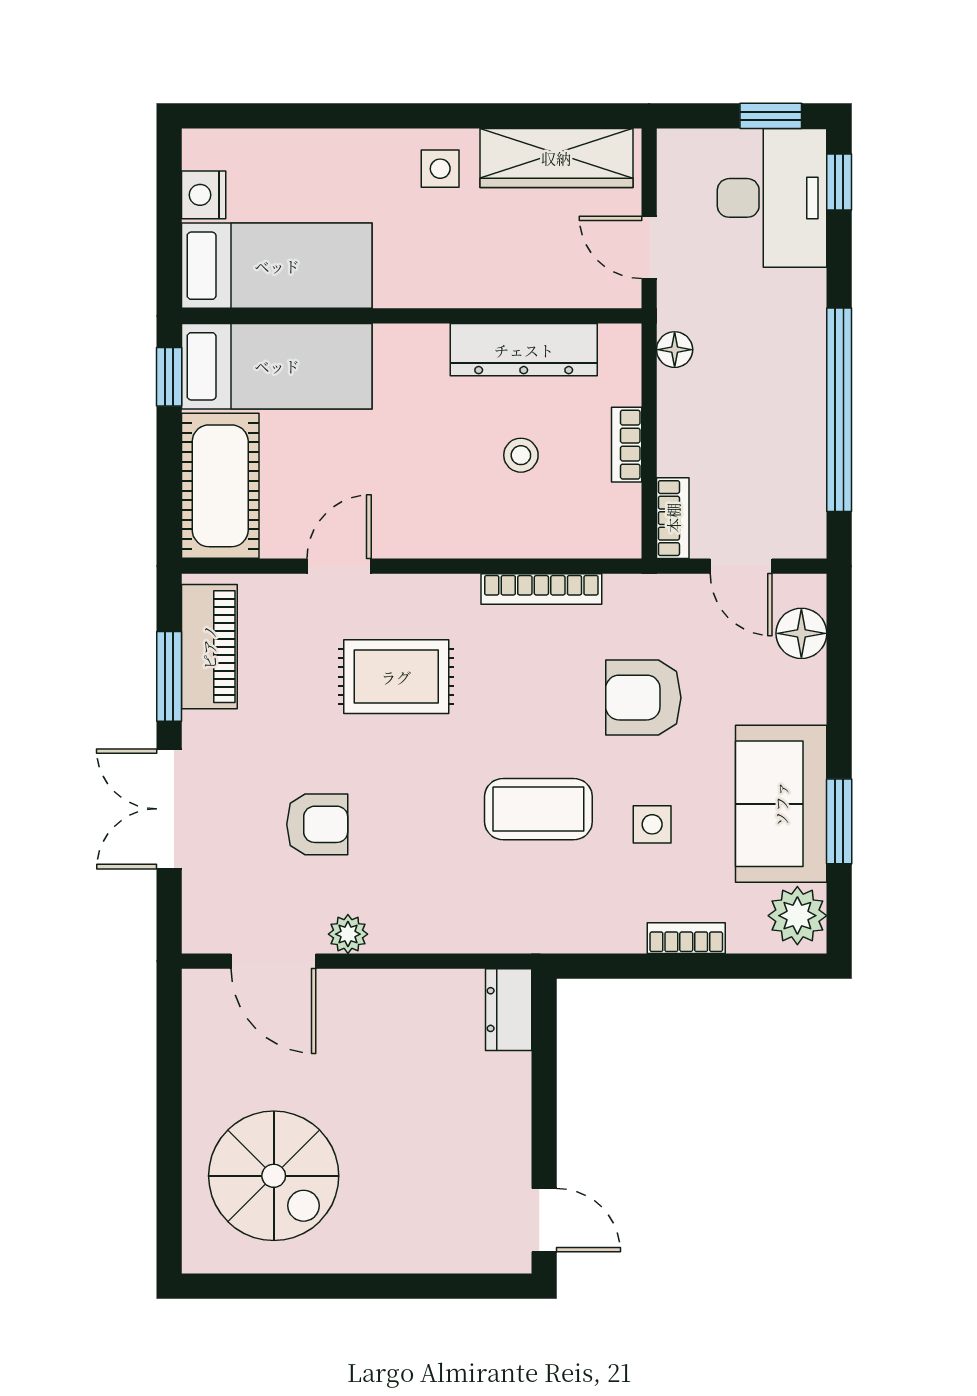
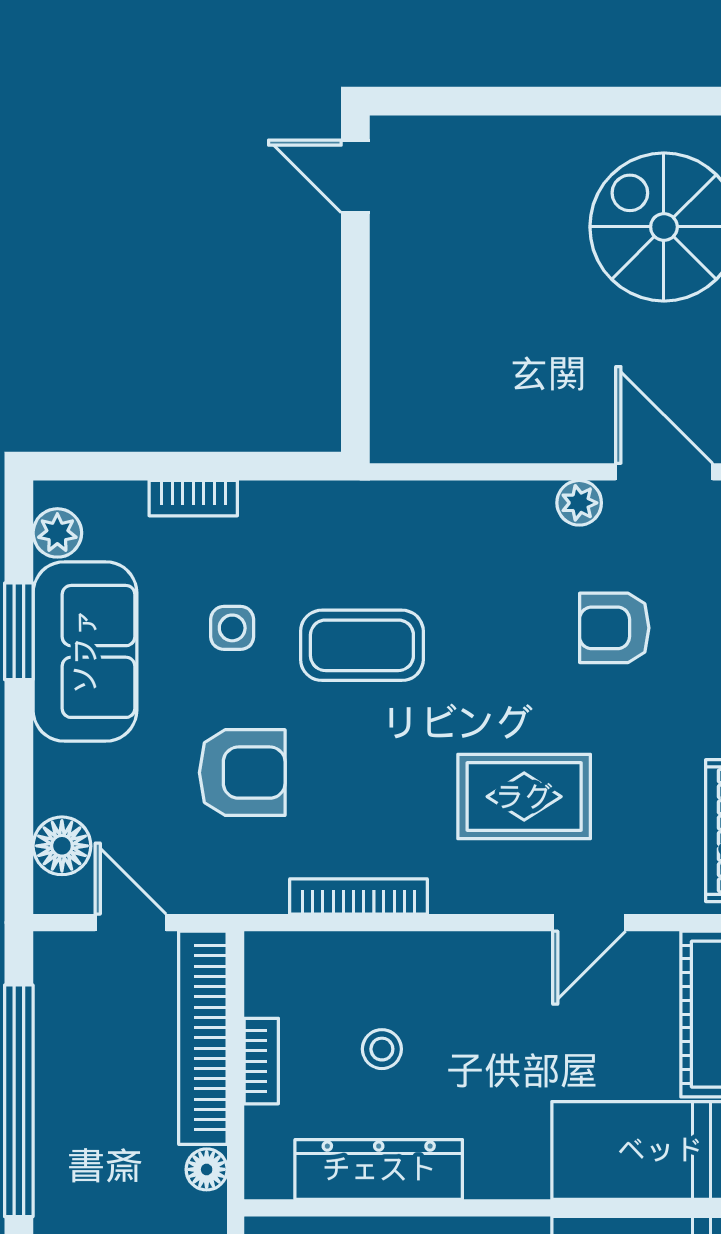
bookcase: (673, 518) -> (203, 1038), width x2.31, depth x1.31
plant: (797, 916) -> (57, 533), width x0.73, depth x0.73
dresser: (509, 1010) -> (396, 417), removed

